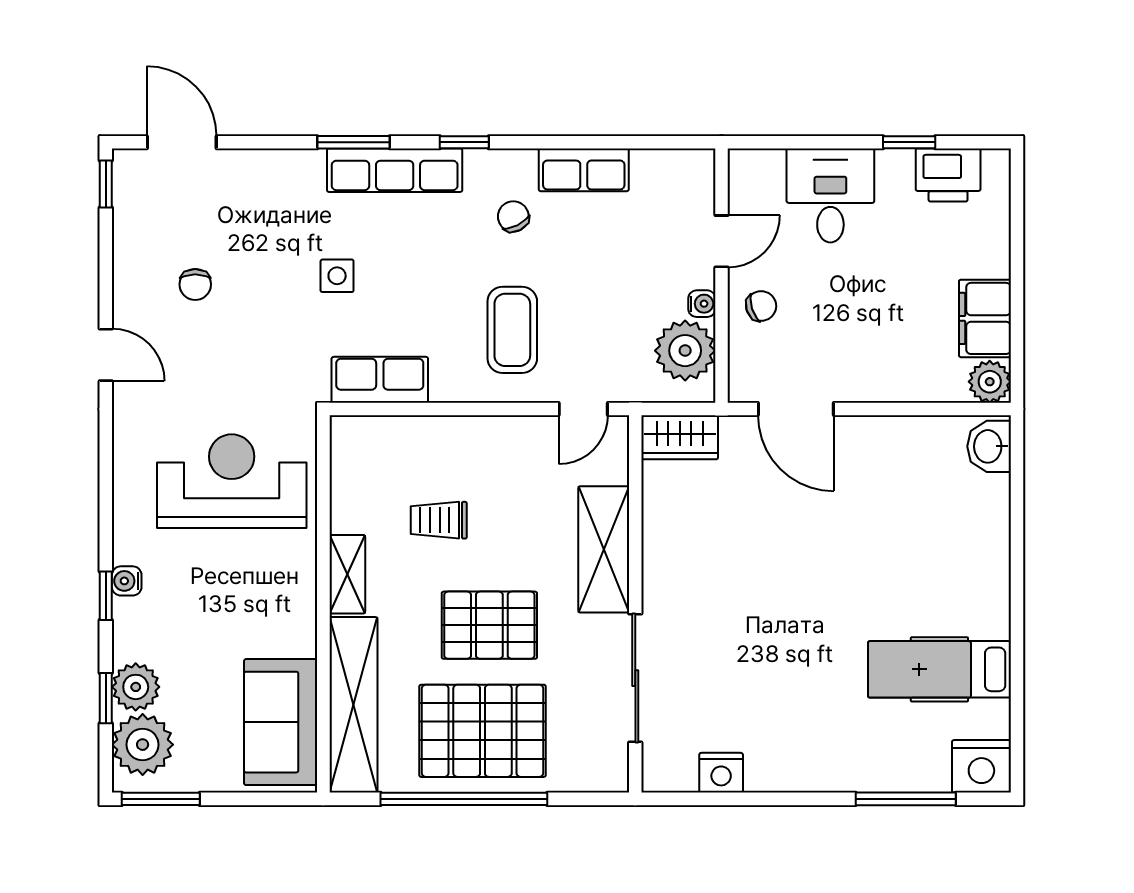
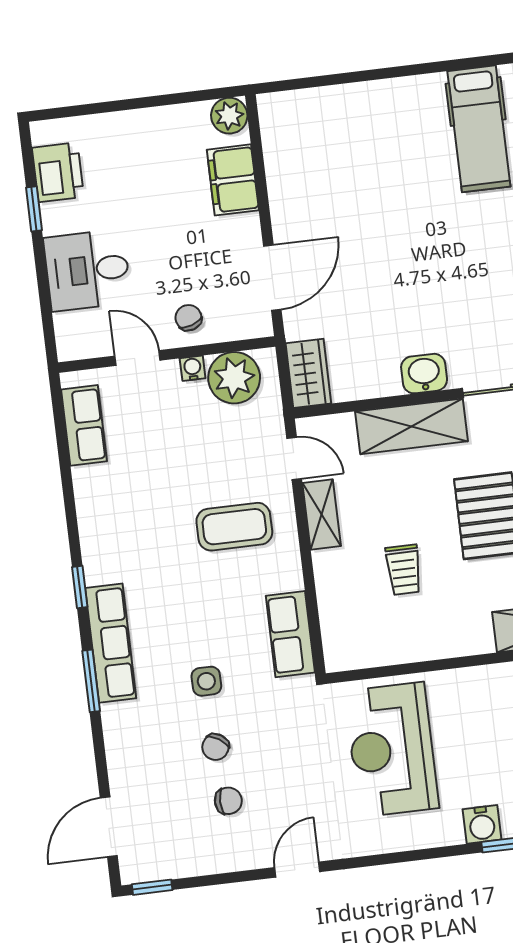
row of seats: (584, 170) -> (84, 425), moved
chair: (513, 216) -> (215, 747), moved, turned -30
filing cabinet: (985, 318) -> (233, 180), moved, turned 90
washbasin: (989, 446) -> (424, 374), moved, turned 180
shelving: (347, 574) -> (322, 514), moved, turned 90
water cooler: (127, 581) -> (482, 824), width x1.38, depth x1.38

